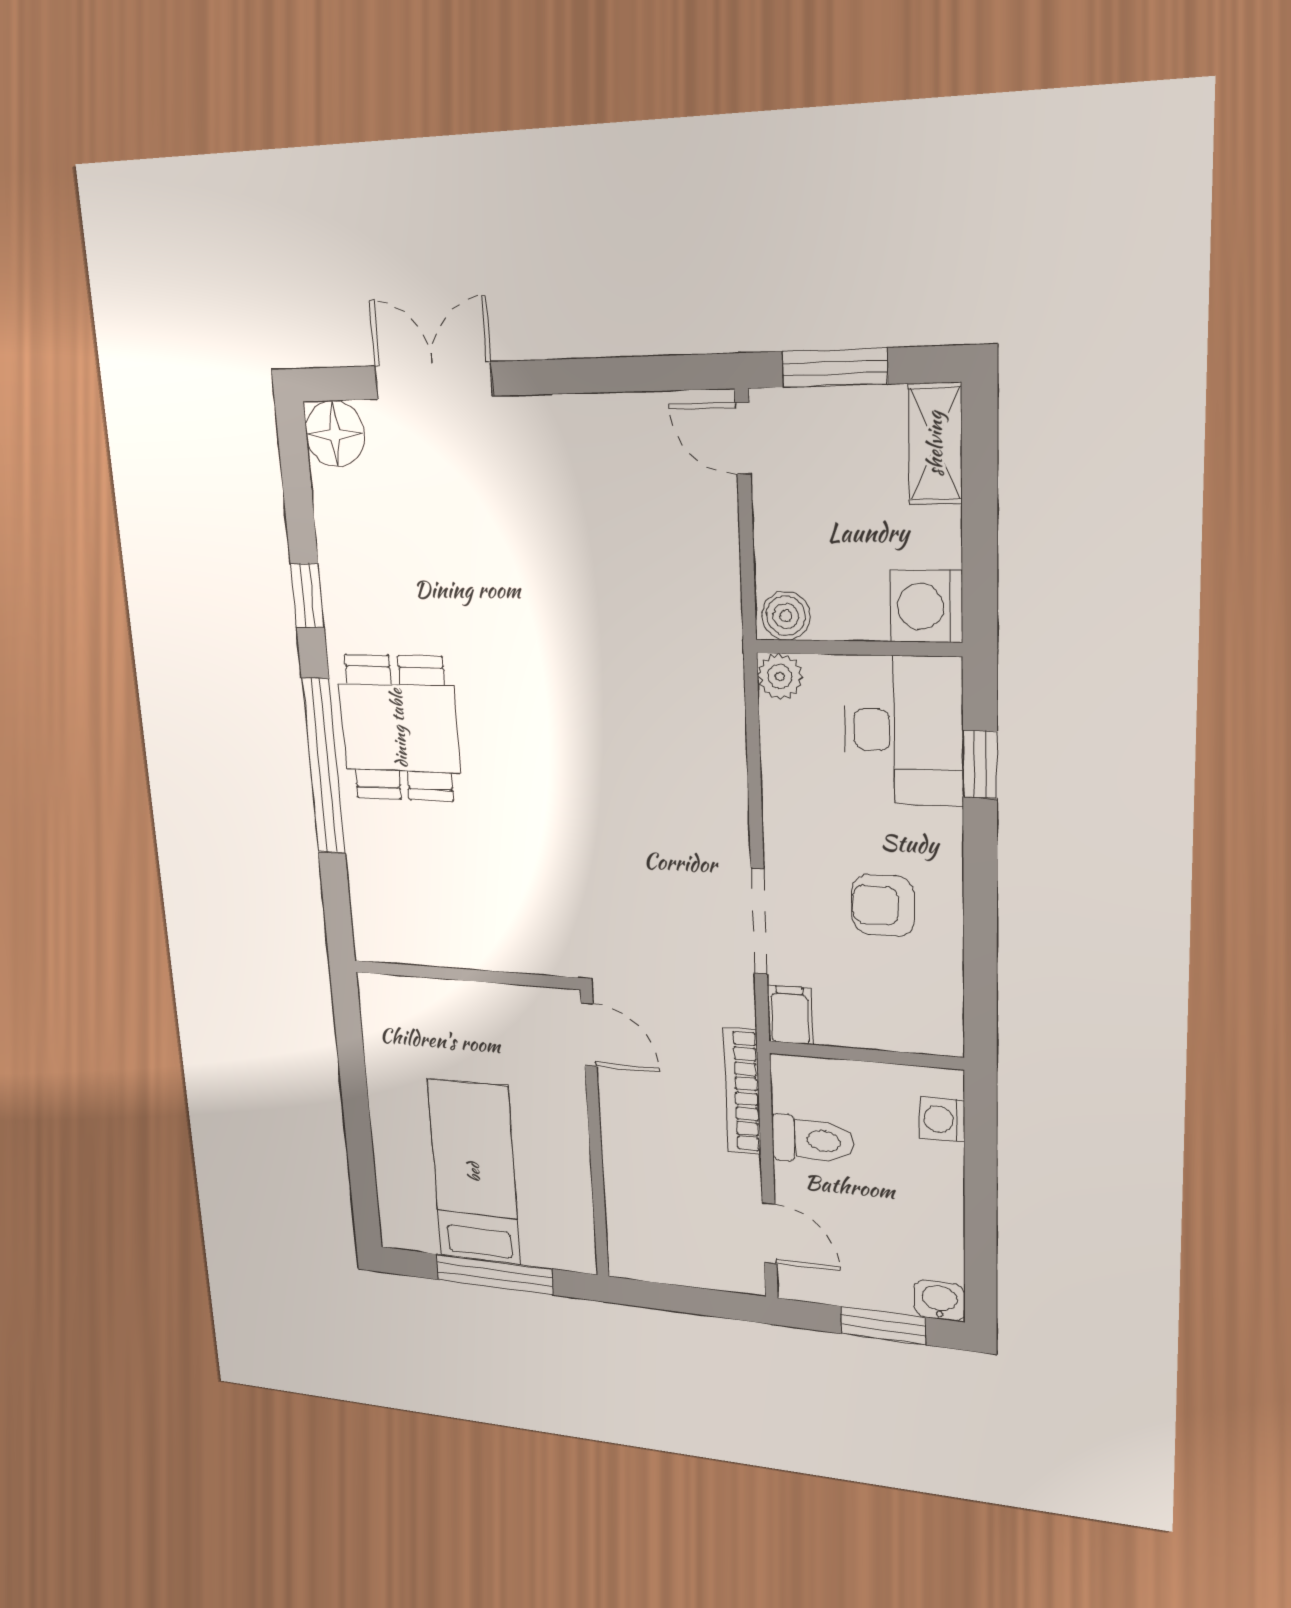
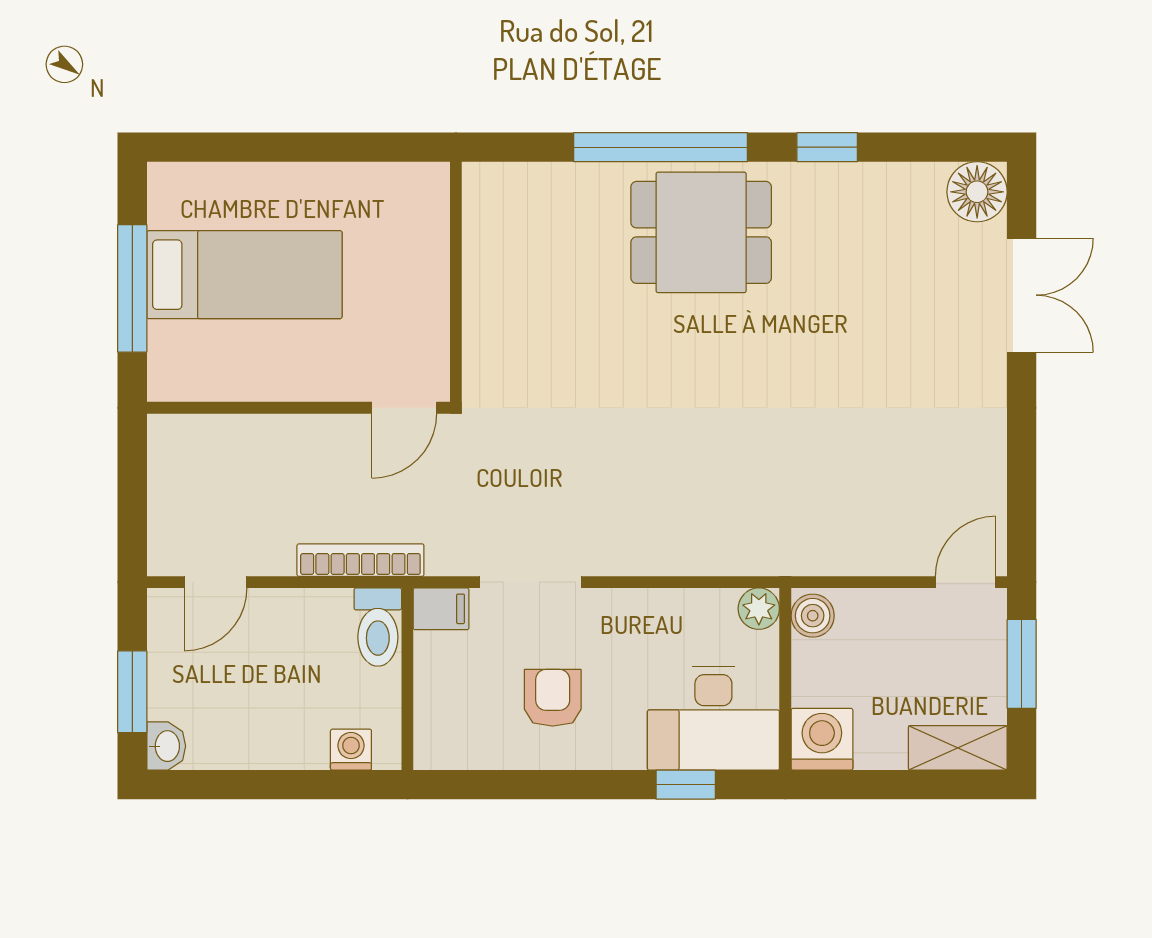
toilet: (812, 1140) -> (378, 627), moved

